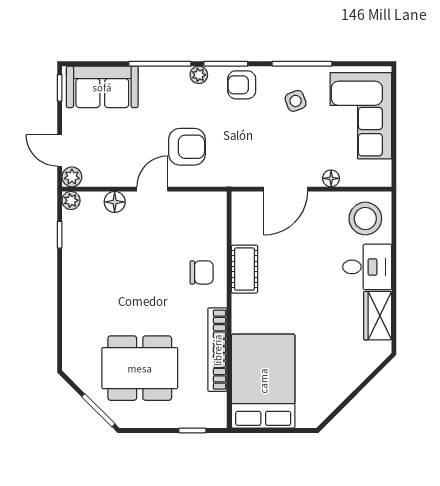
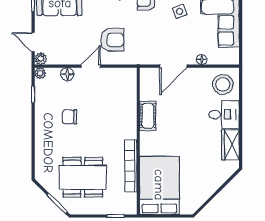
chair: (202, 272) -> (70, 117), moved, turned 180

